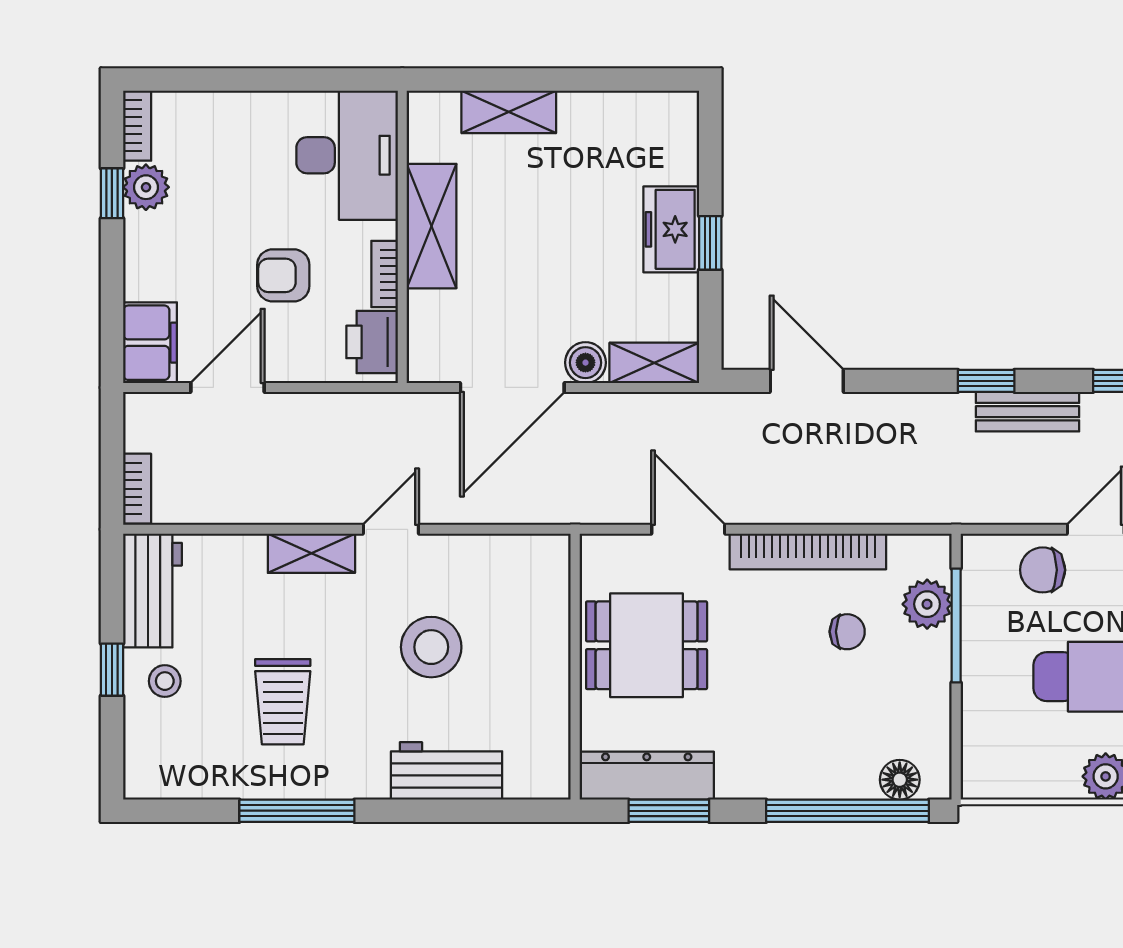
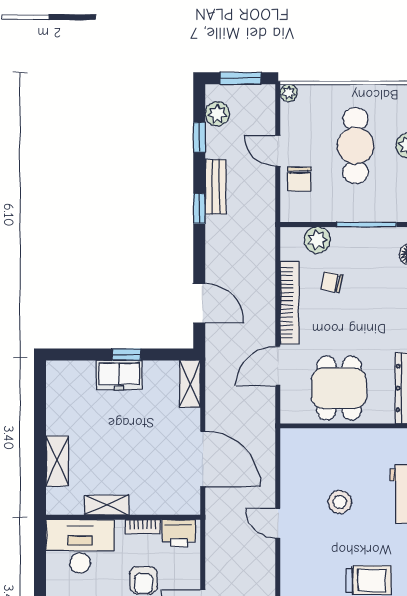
shelving: (432, 226) -> (107, 505), width x0.67, depth x0.75
boiler: (585, 363) -> (190, 420), removed
door: (807, 381) -> (199, 303), swing flipped
shelving: (311, 553) -> (290, 565), removed
window: (956, 625) -> (366, 225), moved
chair: (847, 632) -> (332, 282), turned -78
stool: (431, 647) -> (340, 502), width x0.73, depth x0.73

